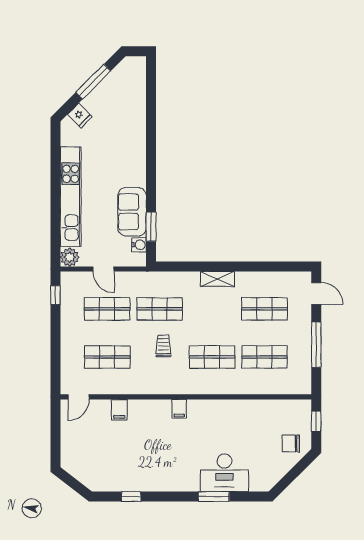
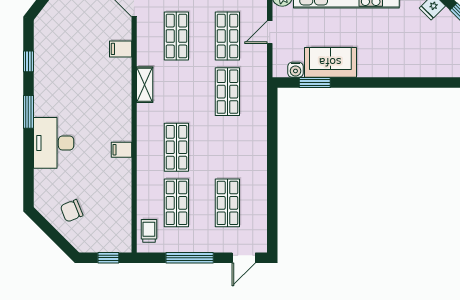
shelving: (217, 279) -> (145, 85), moved
trolley: (163, 346) -> (149, 231), moved, turned -90
filing cabinet: (179, 409) -> (121, 150), moved
chair: (291, 443) -> (72, 211), moved, turned -112
desk: (224, 473) -> (54, 143), moved
window: (214, 497) -> (28, 112), moved

